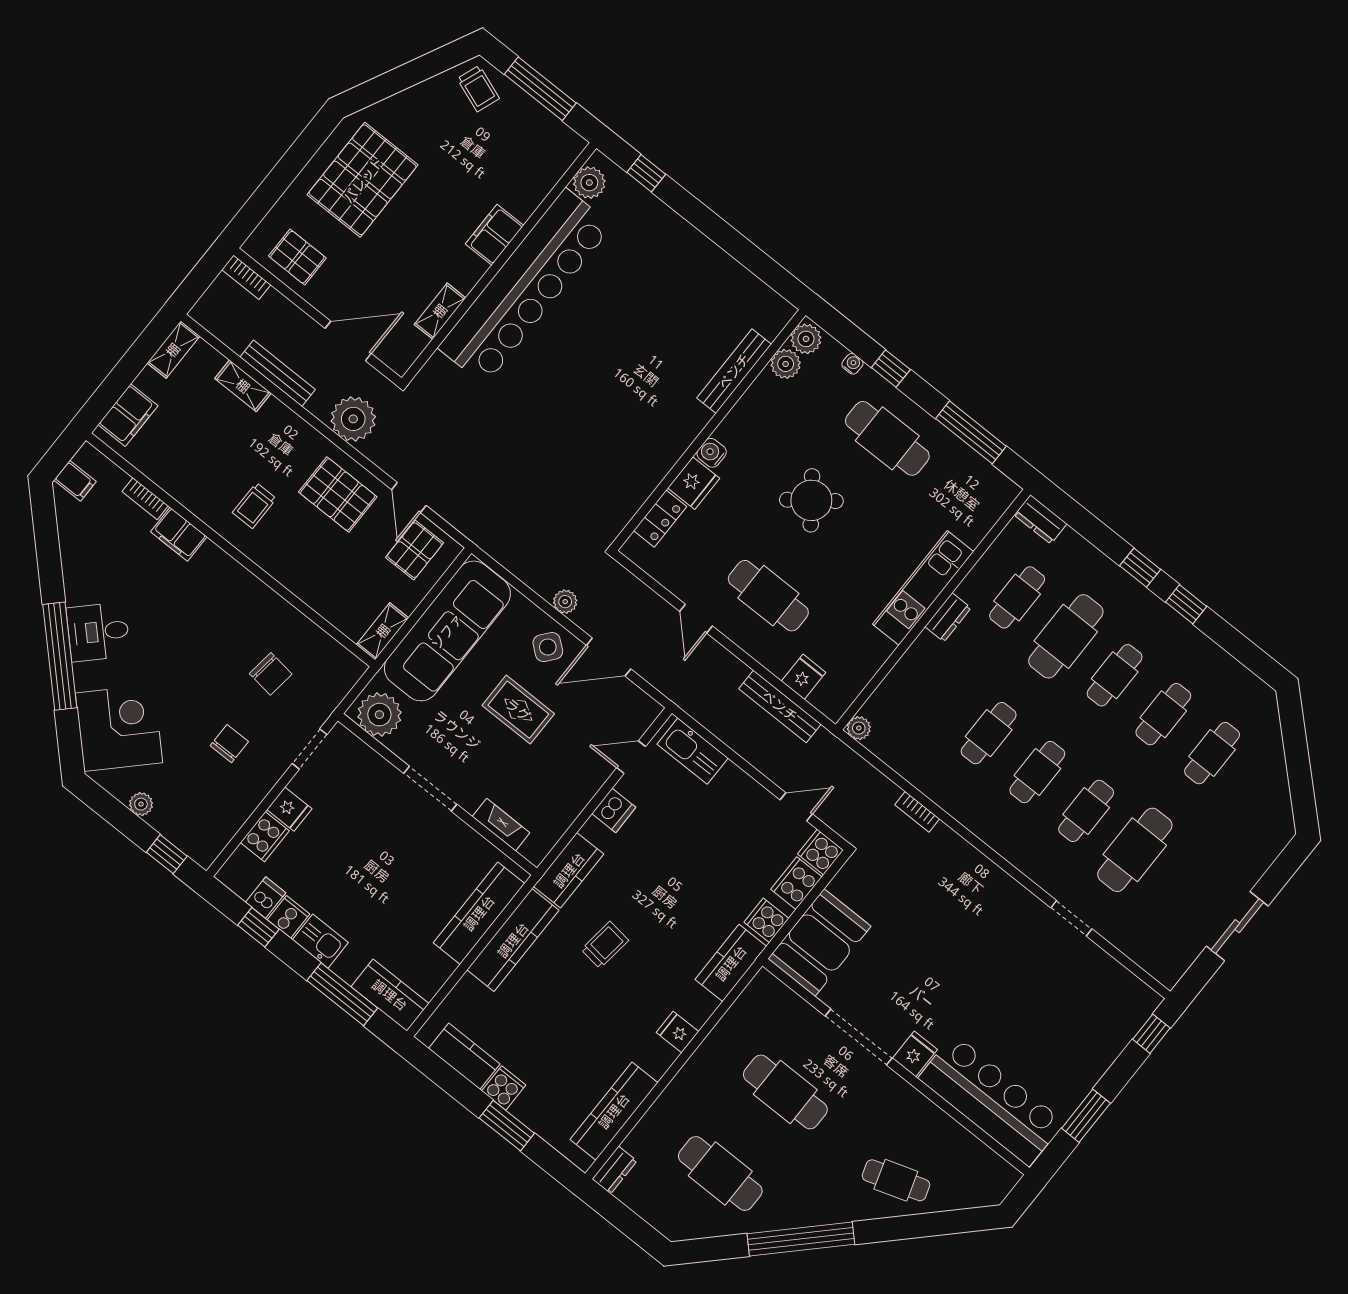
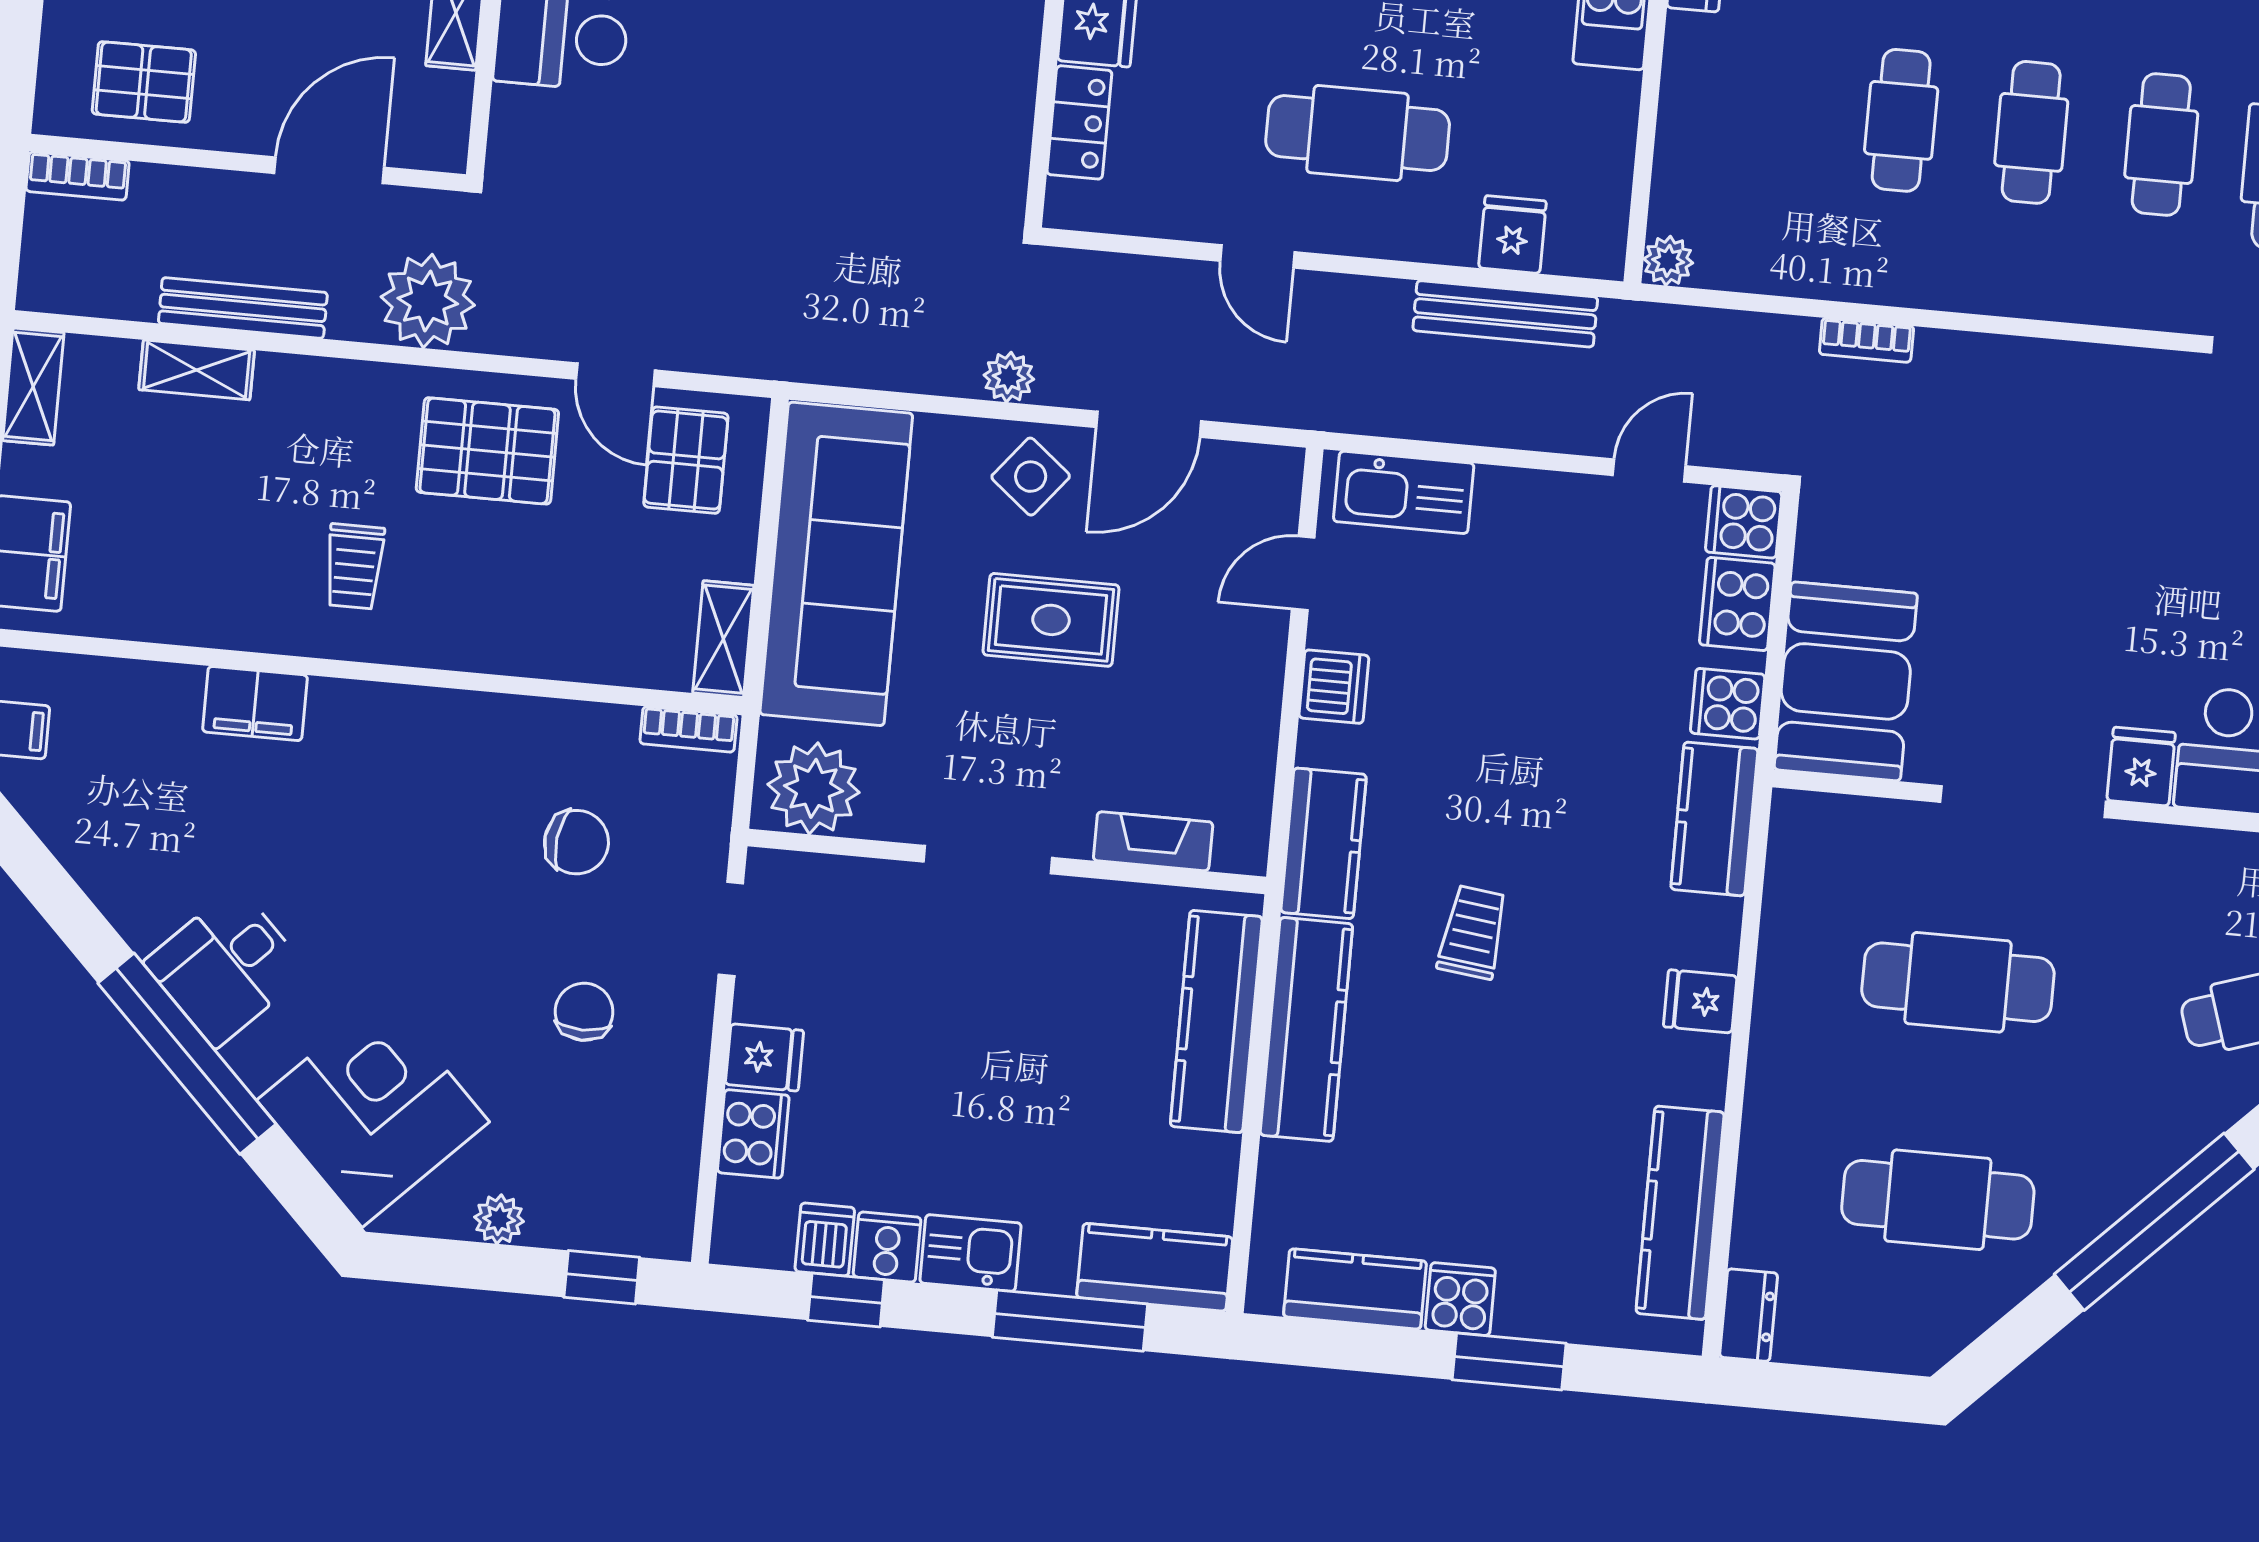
bookcase: (145, 499) -> (689, 729), moved

